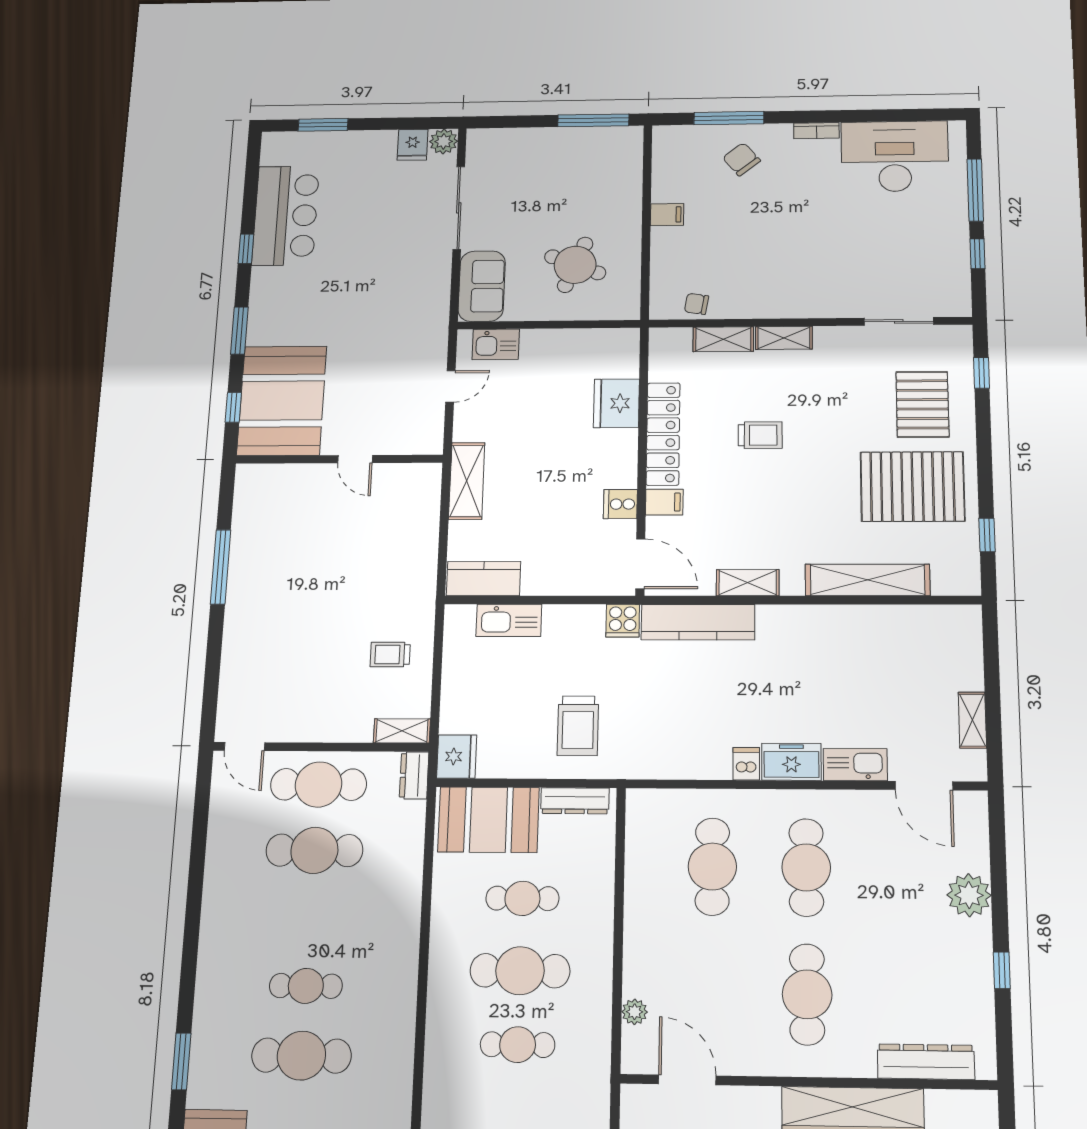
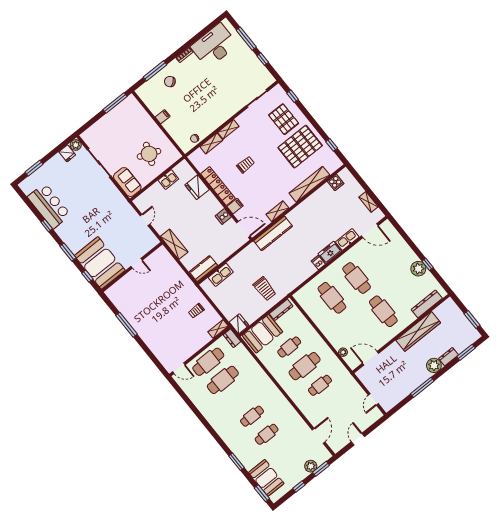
kitchen sink: (496, 344) -> (168, 180), moved
cooker: (623, 621) -> (336, 182), moved
plant: (969, 895) -> (418, 269), moved
cafe table: (301, 1056) -> (267, 434), width x0.73, depth x0.74

